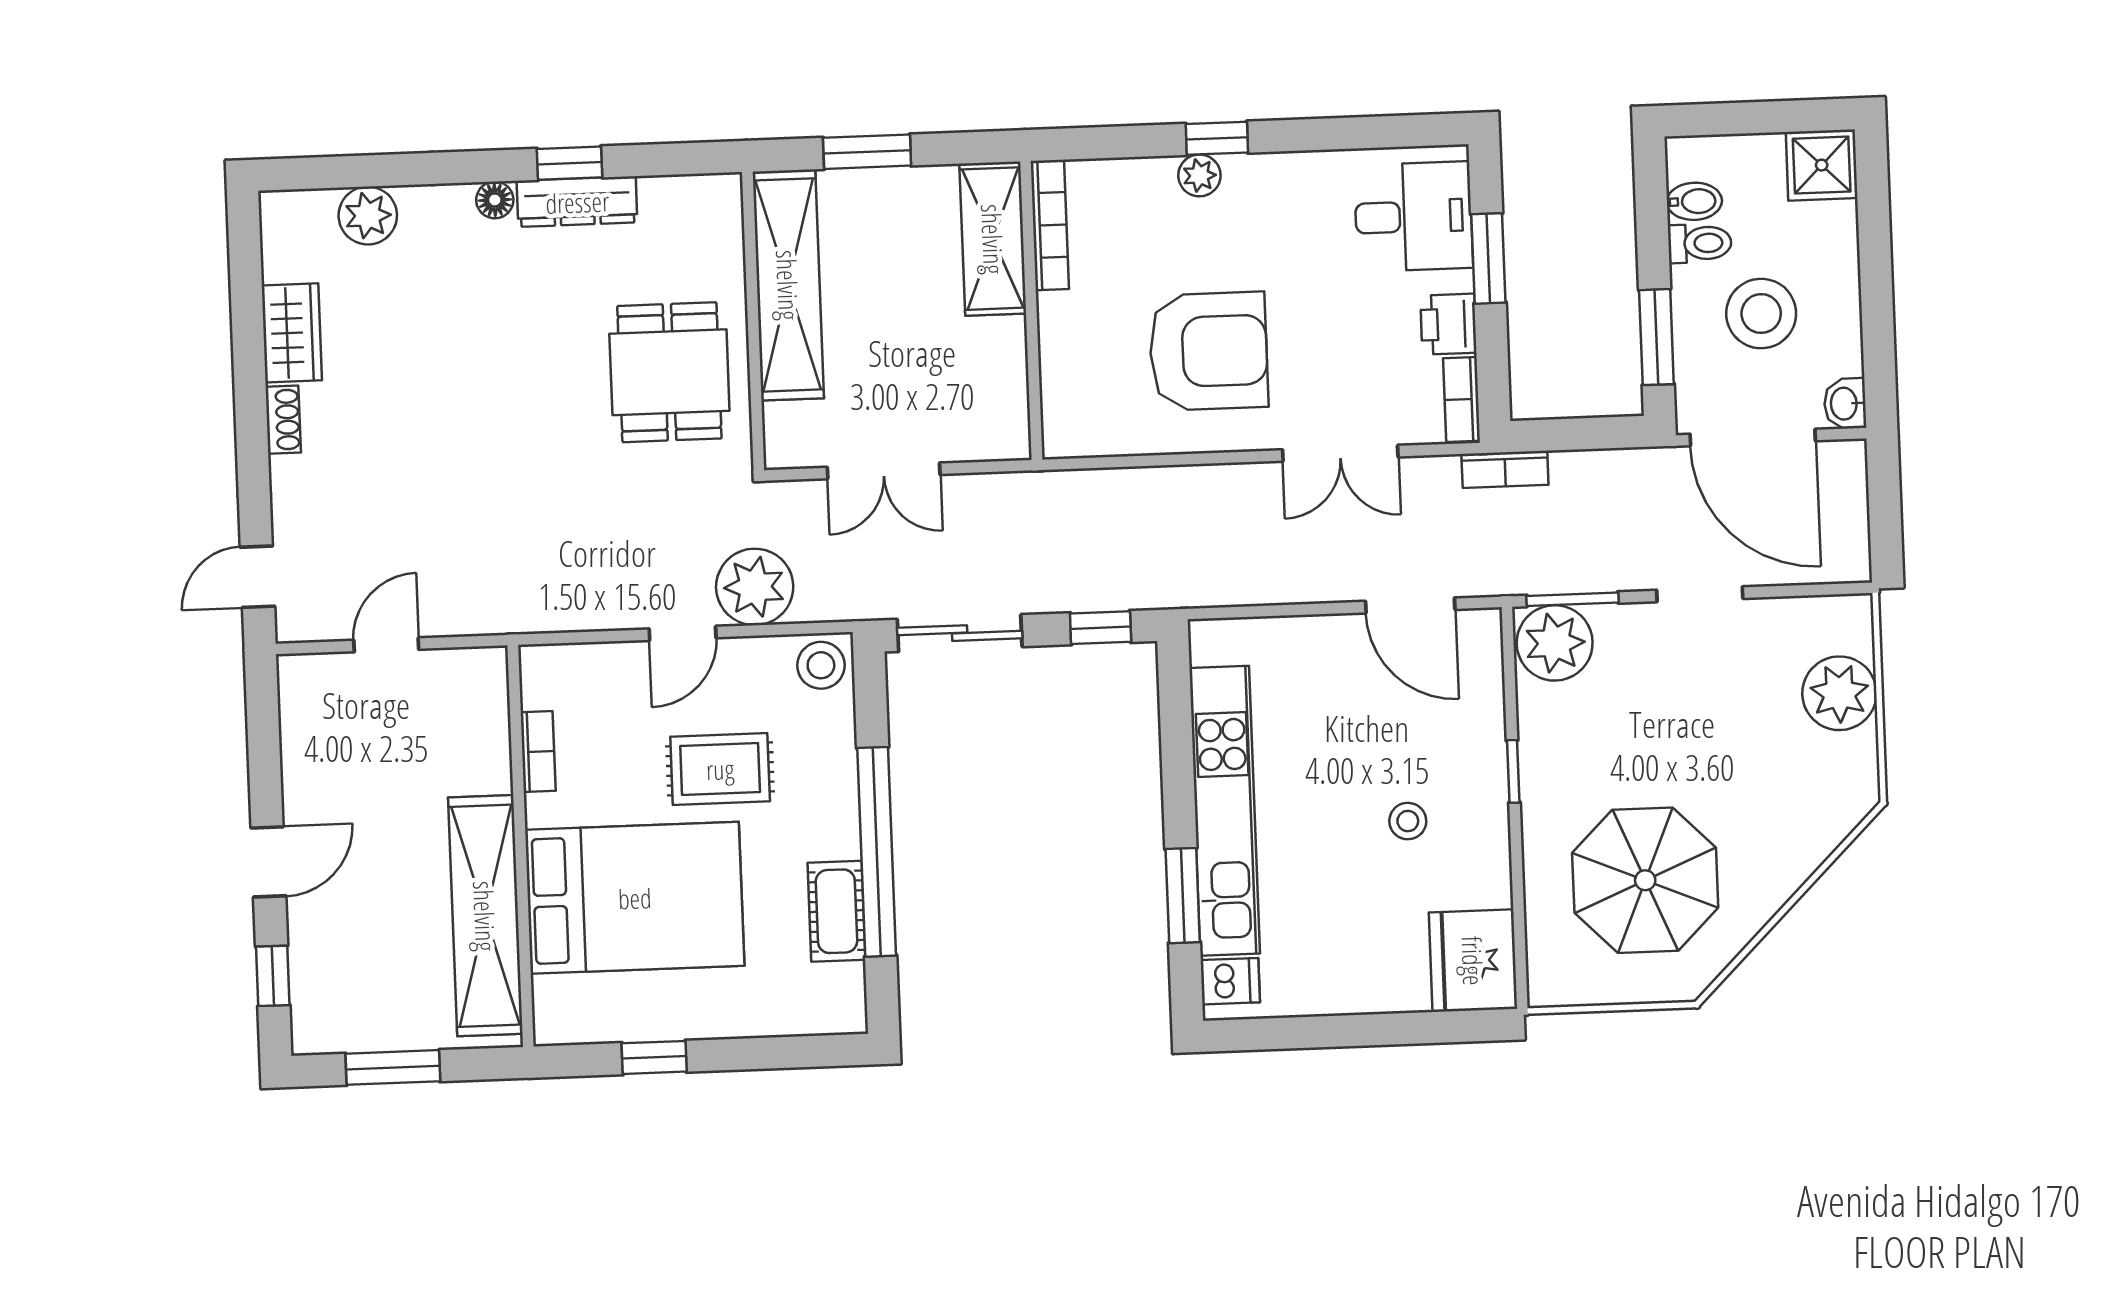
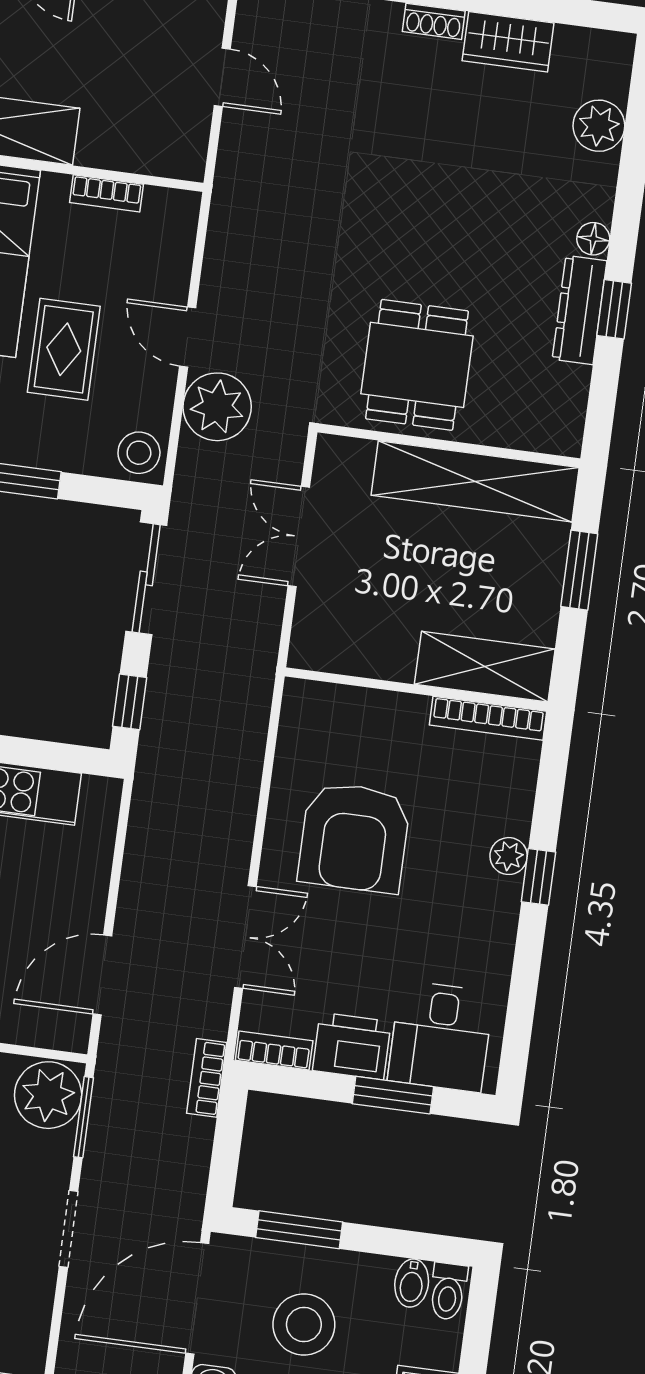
toilet: (1700, 243) -> (448, 1291), moved
printer: (1448, 324) -> (352, 1046), width x1.36, depth x1.24
dining table: (669, 372) -> (417, 365), turned 90
double door: (1340, 453) -> (245, 937), swing flipped

